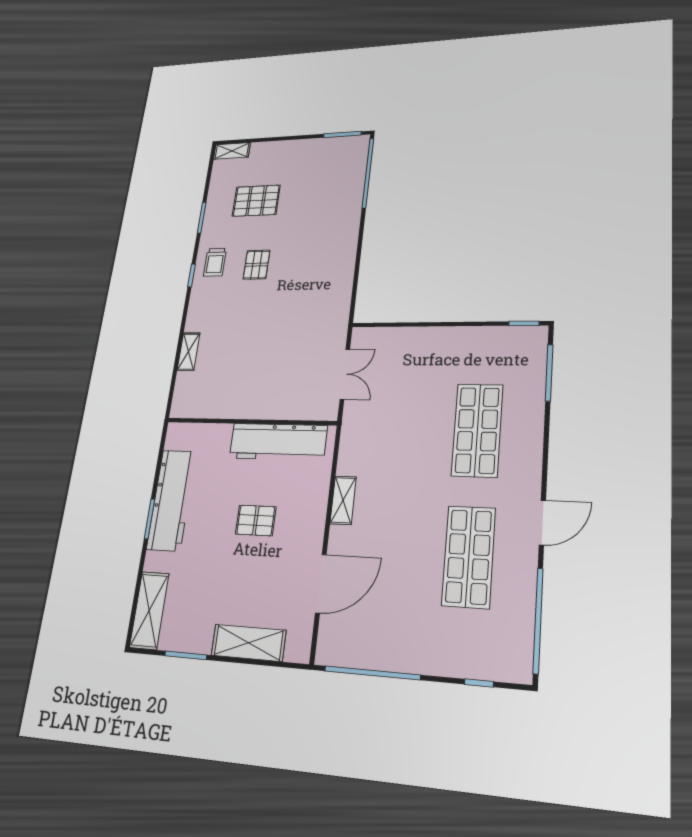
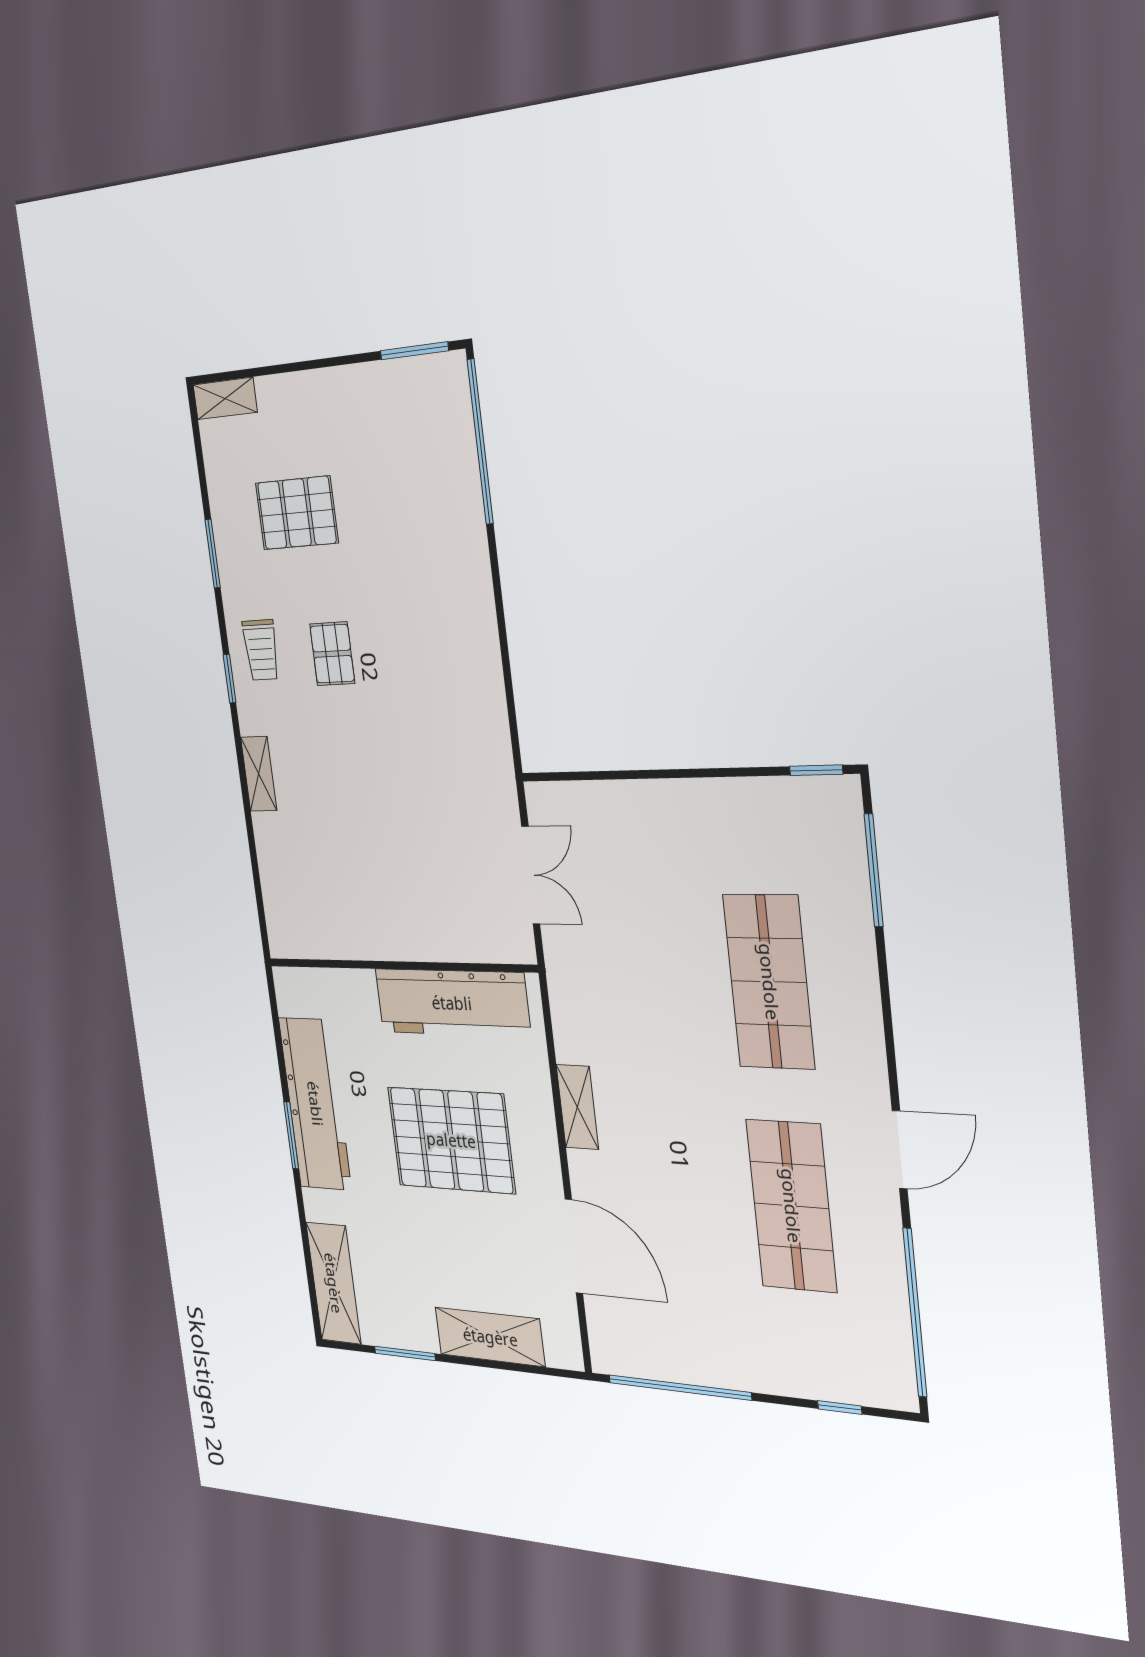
shelving: (189, 352) -> (259, 774), moved
pallet: (256, 520) -> (451, 1140), width x2.05, depth x2.00
door: (321, 584) -> (574, 1246), hinge flipped

